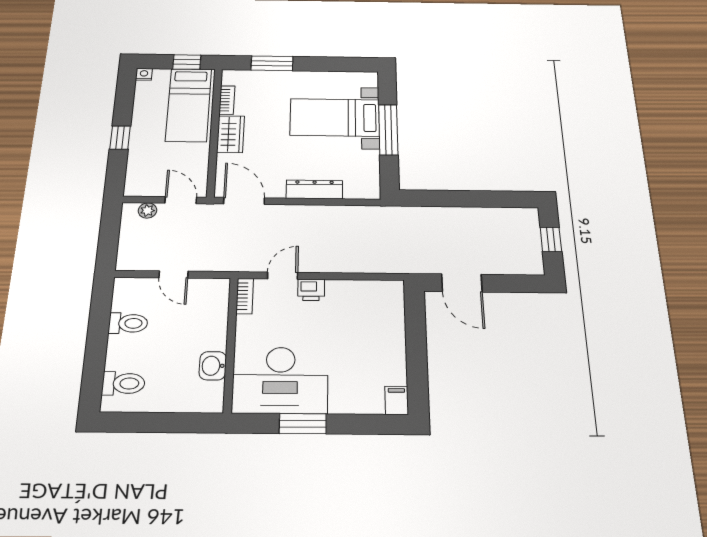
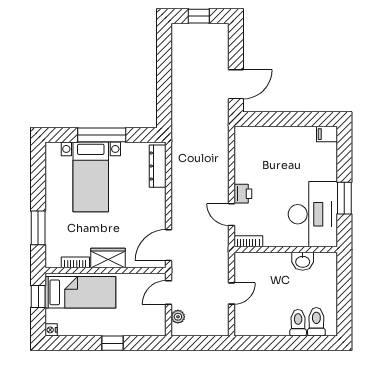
dresser: (314, 189) -> (158, 166), moved
toilet: (128, 323) -> (298, 323), moved

